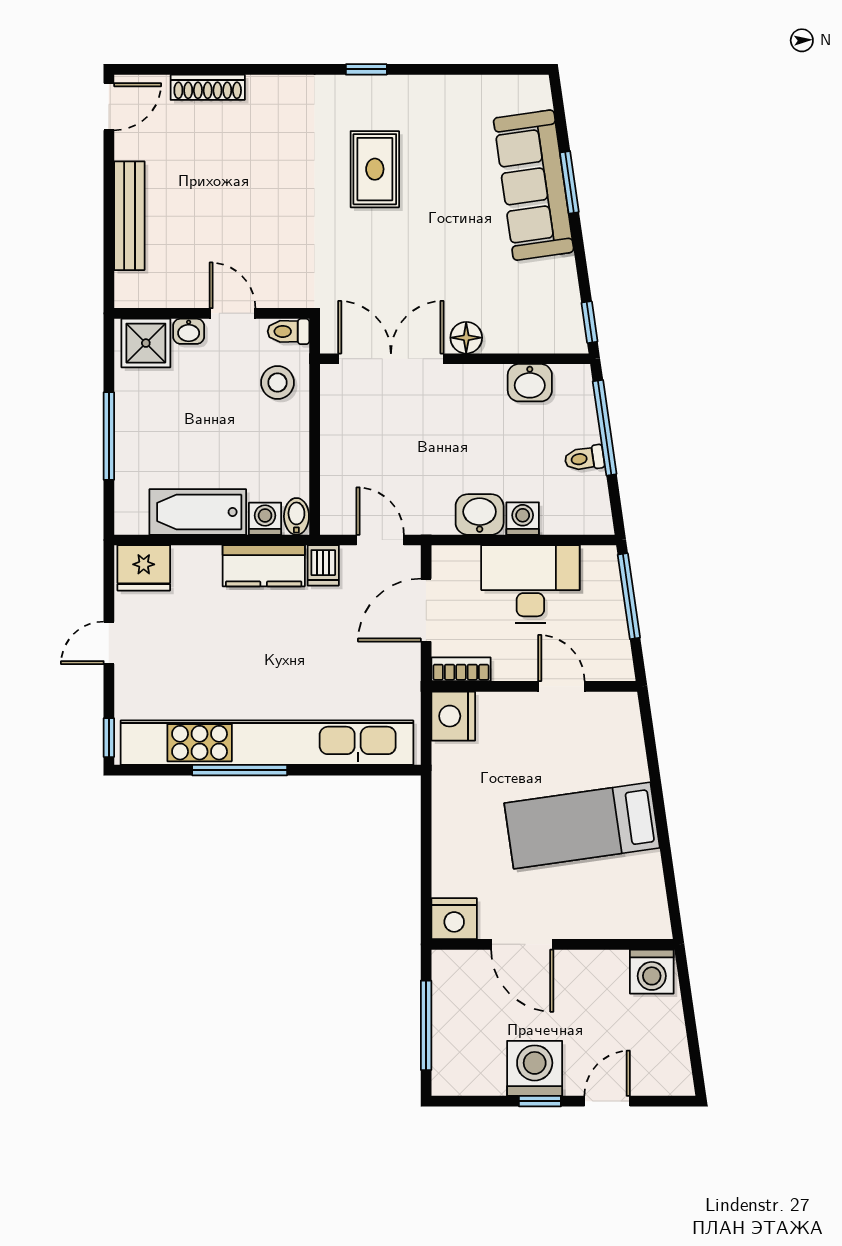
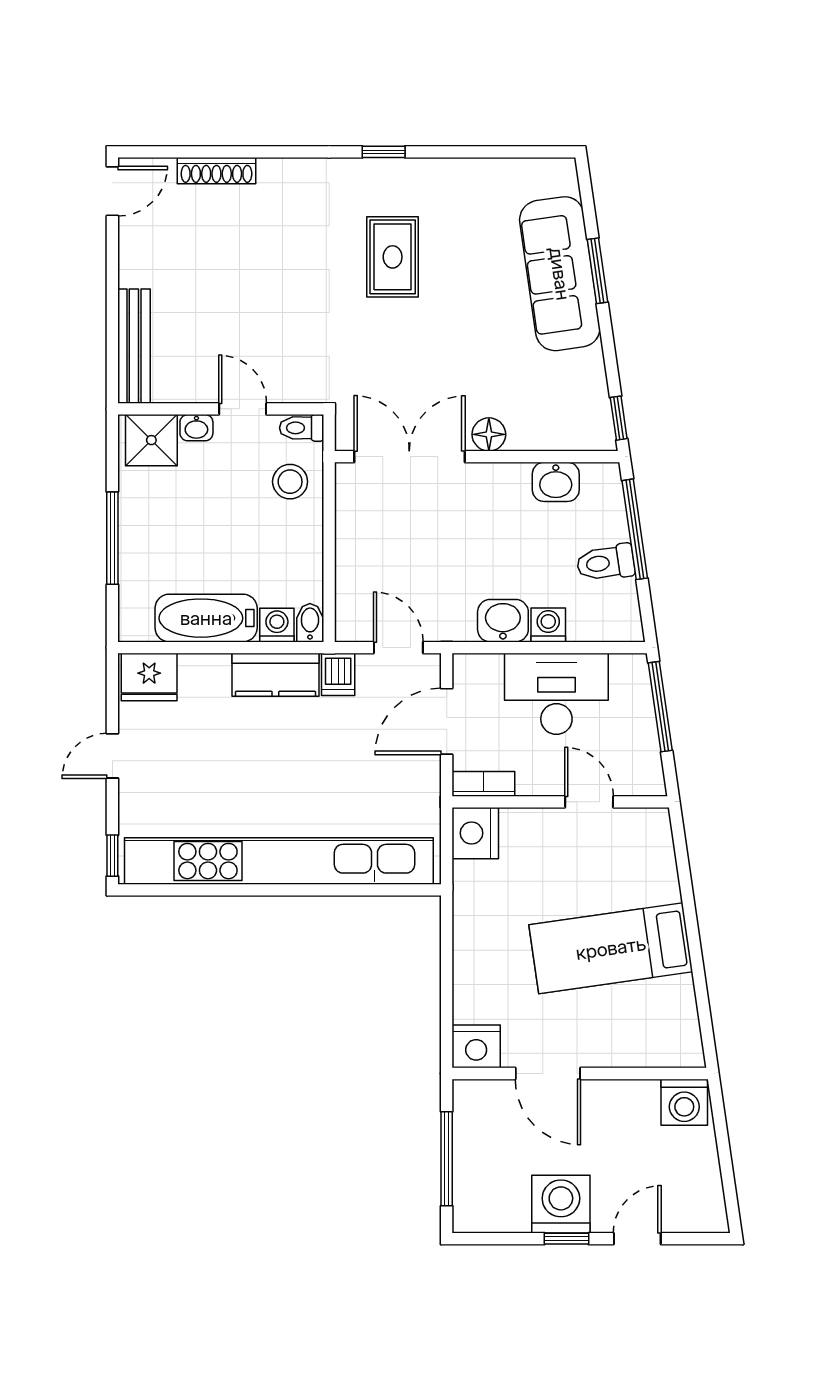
bench: (129, 216) -> (134, 346), moved
toilet: (584, 458) -> (606, 563), width x1.37, depth x1.39
window: (240, 770) -> (250, 890), removed

